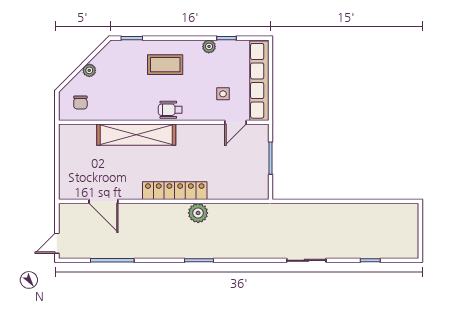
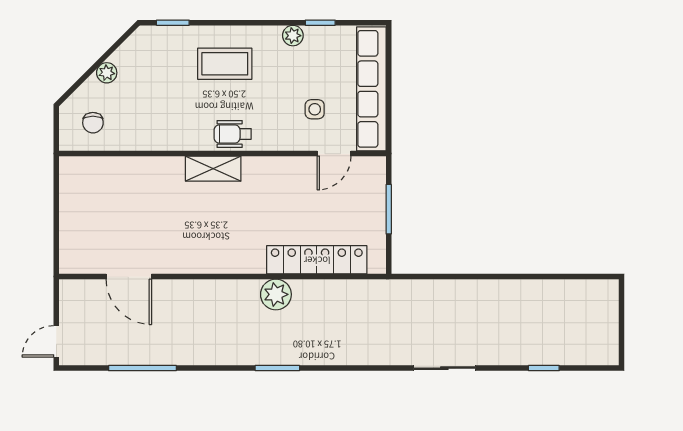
shelving: (136, 135) -> (213, 169), width x0.45, depth x0.75
locker: (175, 191) -> (317, 260), moved

